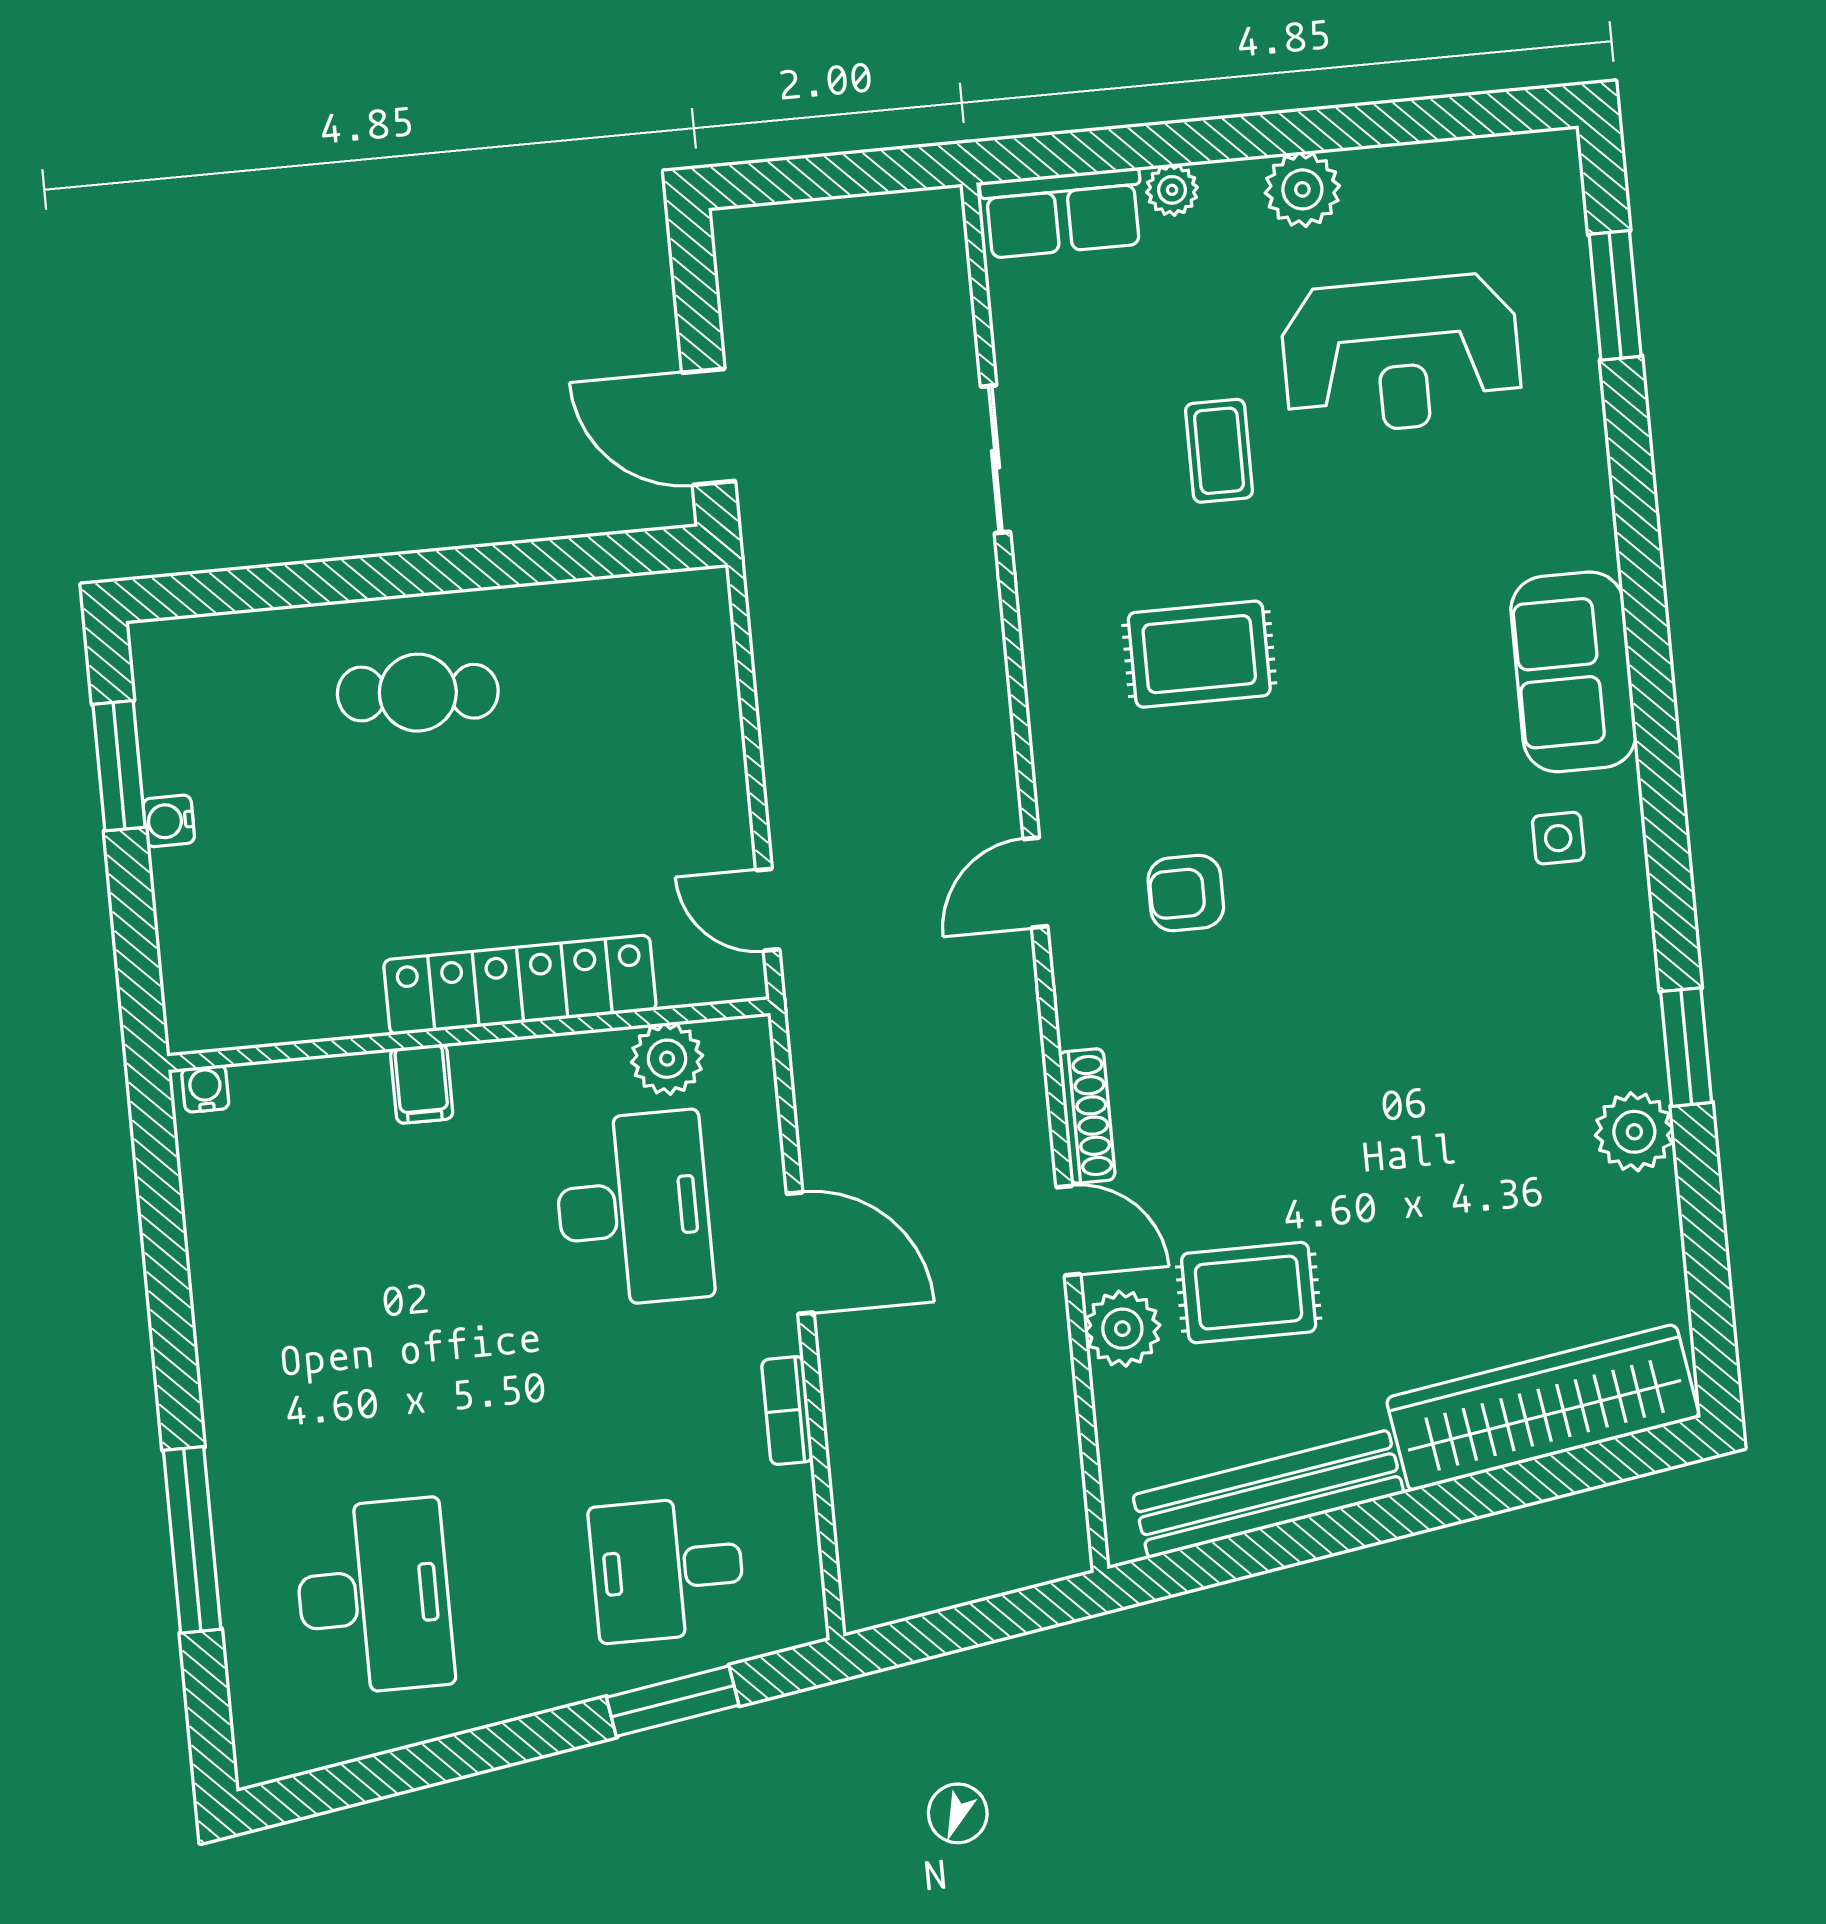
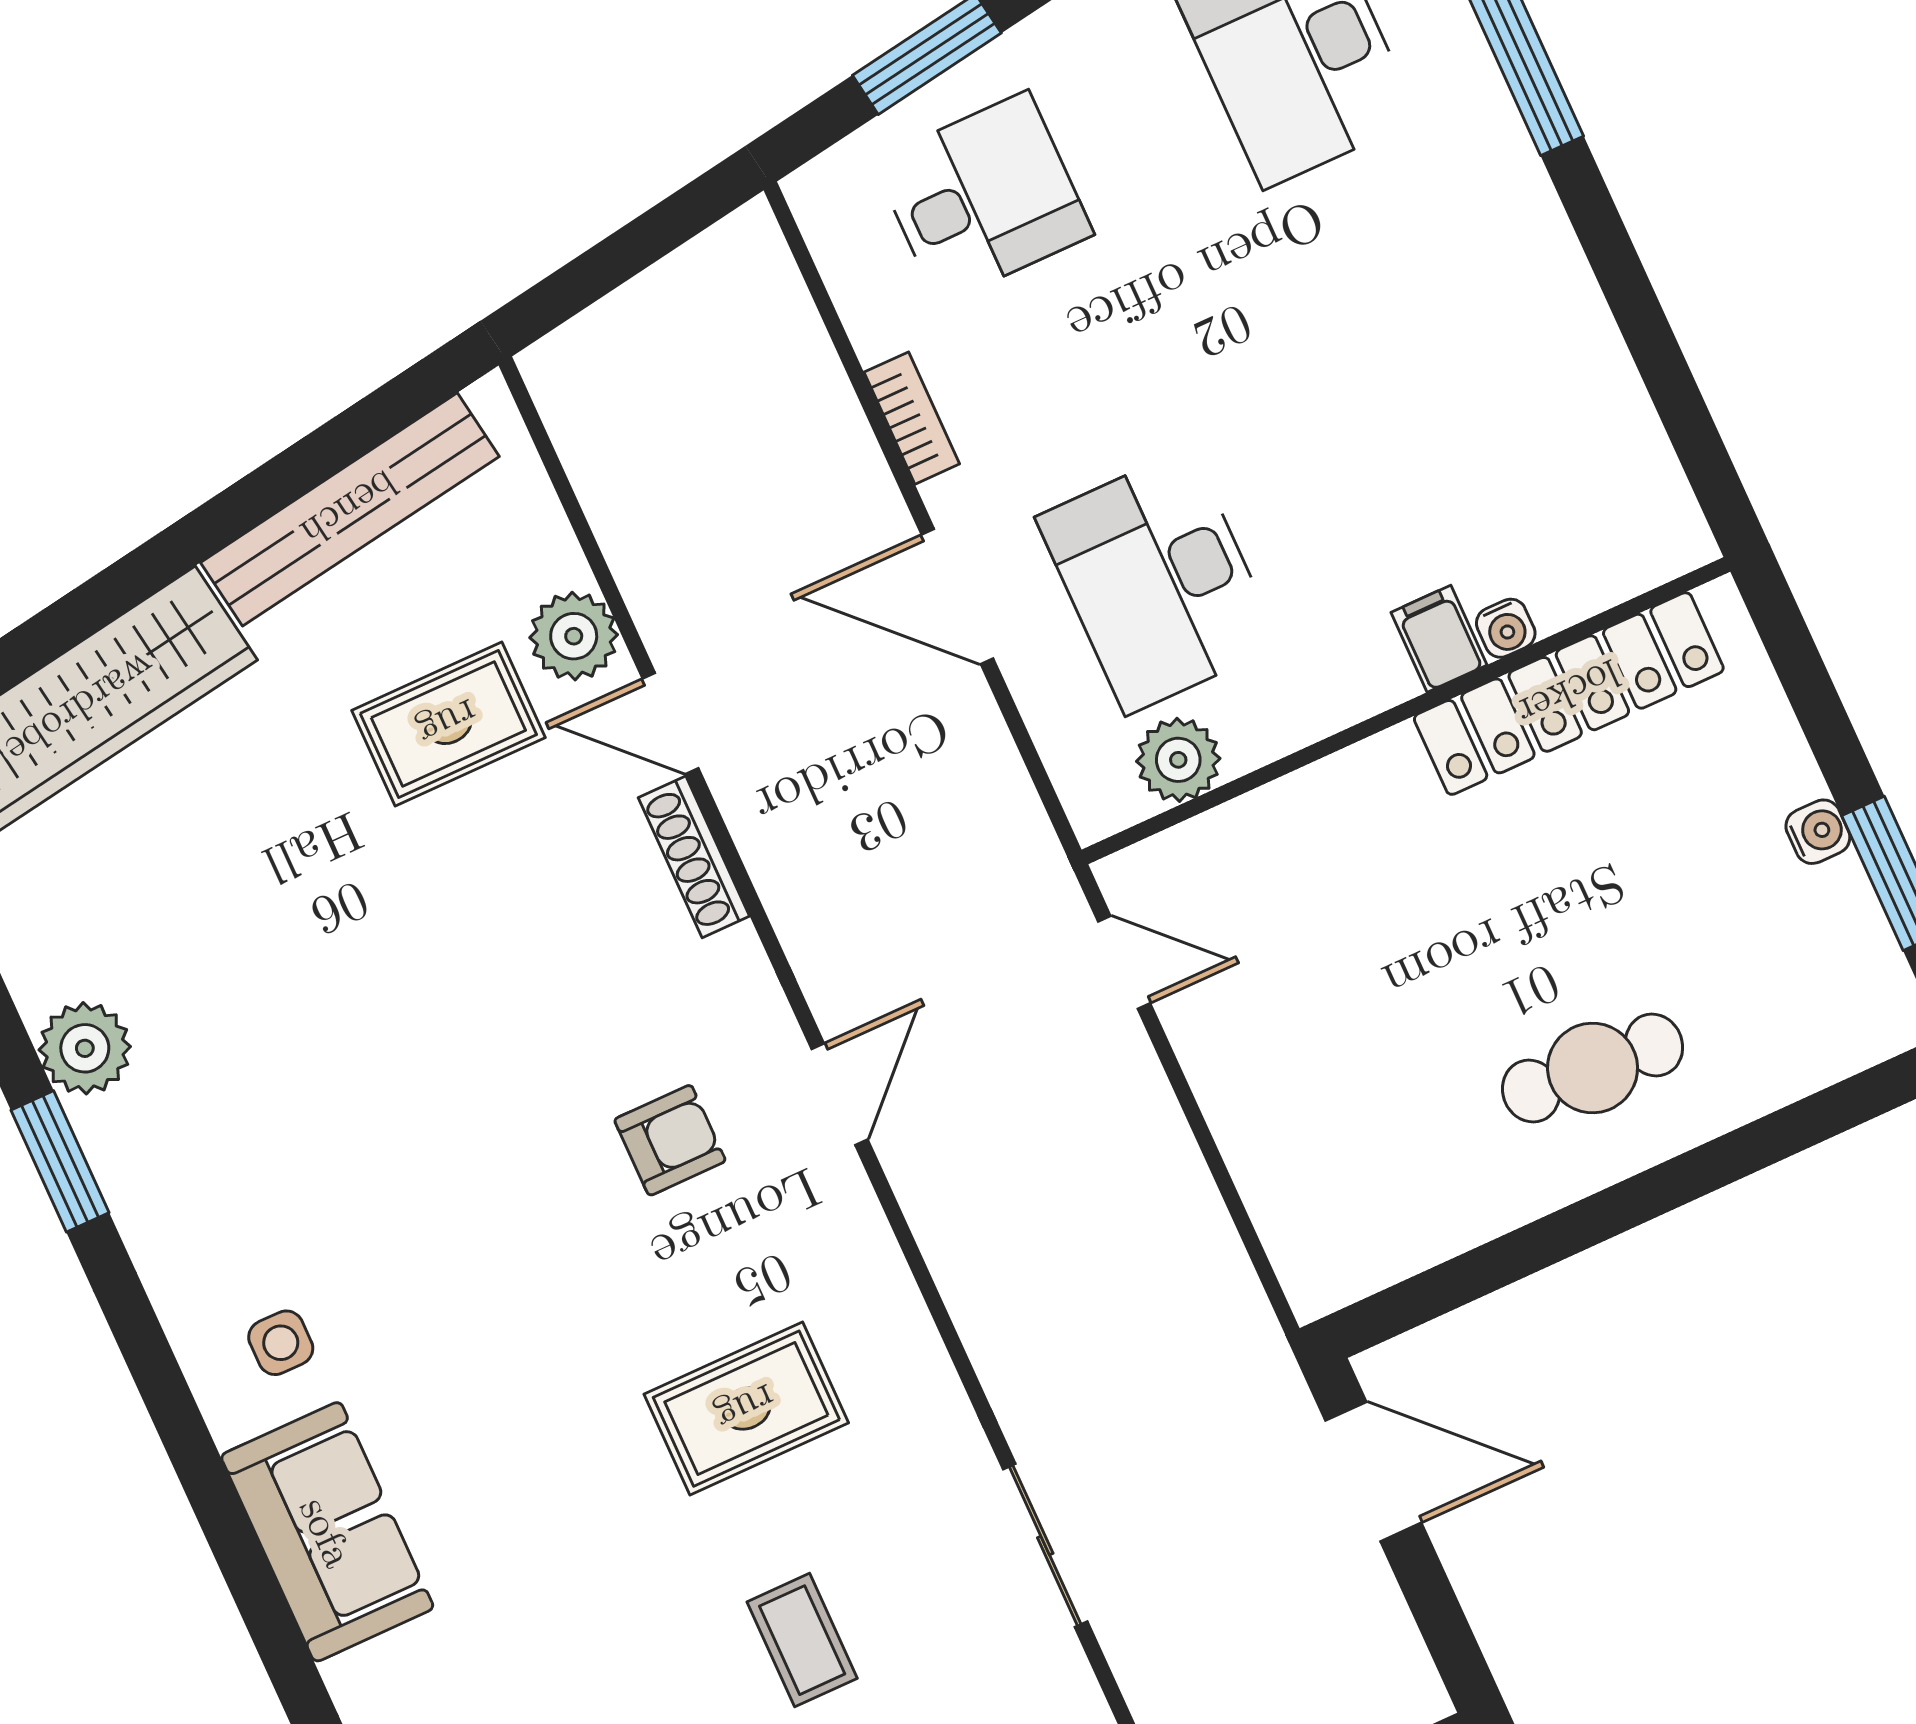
locker: (520, 985) -> (1569, 694), moved
water cooler: (205, 1089) -> (1506, 628), moved

